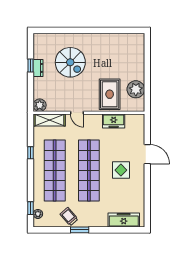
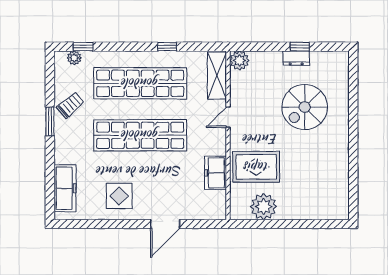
display table: (121, 170) -> (119, 196), moved

